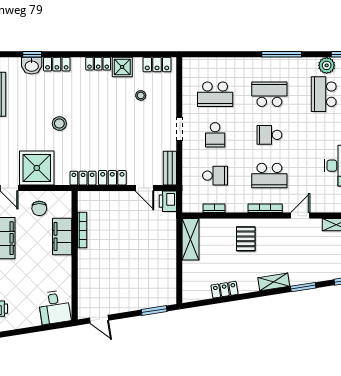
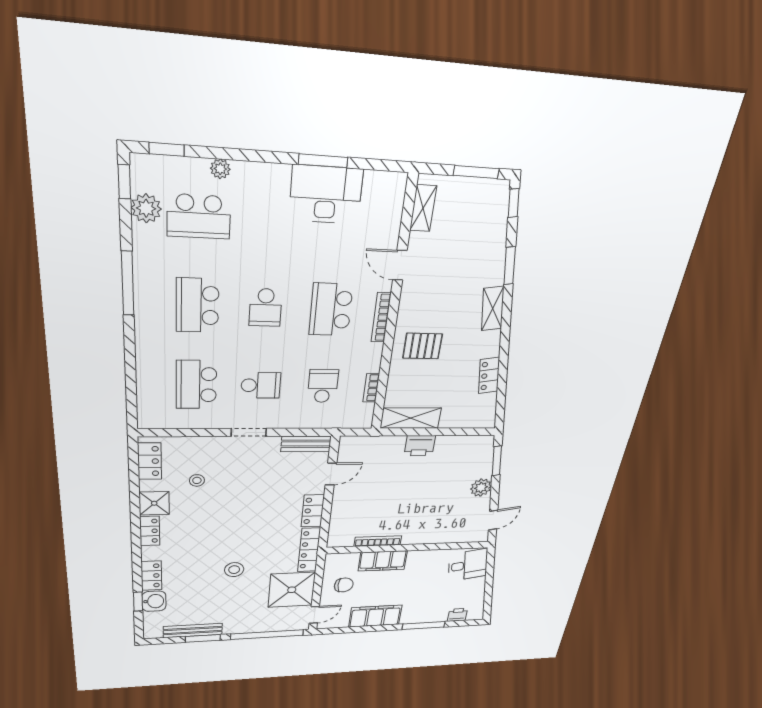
school desk: (215, 94) -> (196, 385), turned 180
school desk: (269, 176) -> (331, 310), turned 180
locker: (83, 178) -> (309, 550), width x1.53
printer: (168, 201) -> (420, 446), moved
plant: (130, 303) -> (481, 488), added

